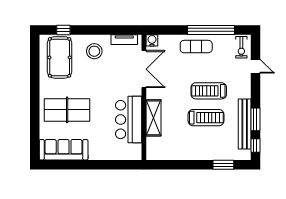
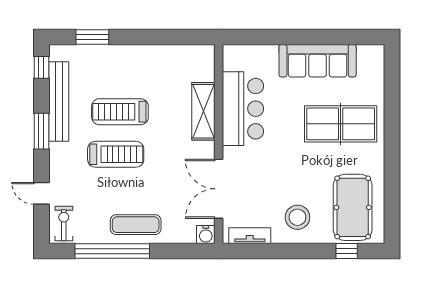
window: (255, 119) -> (41, 131), moved
sofa: (64, 150) -> (318, 61), moved

